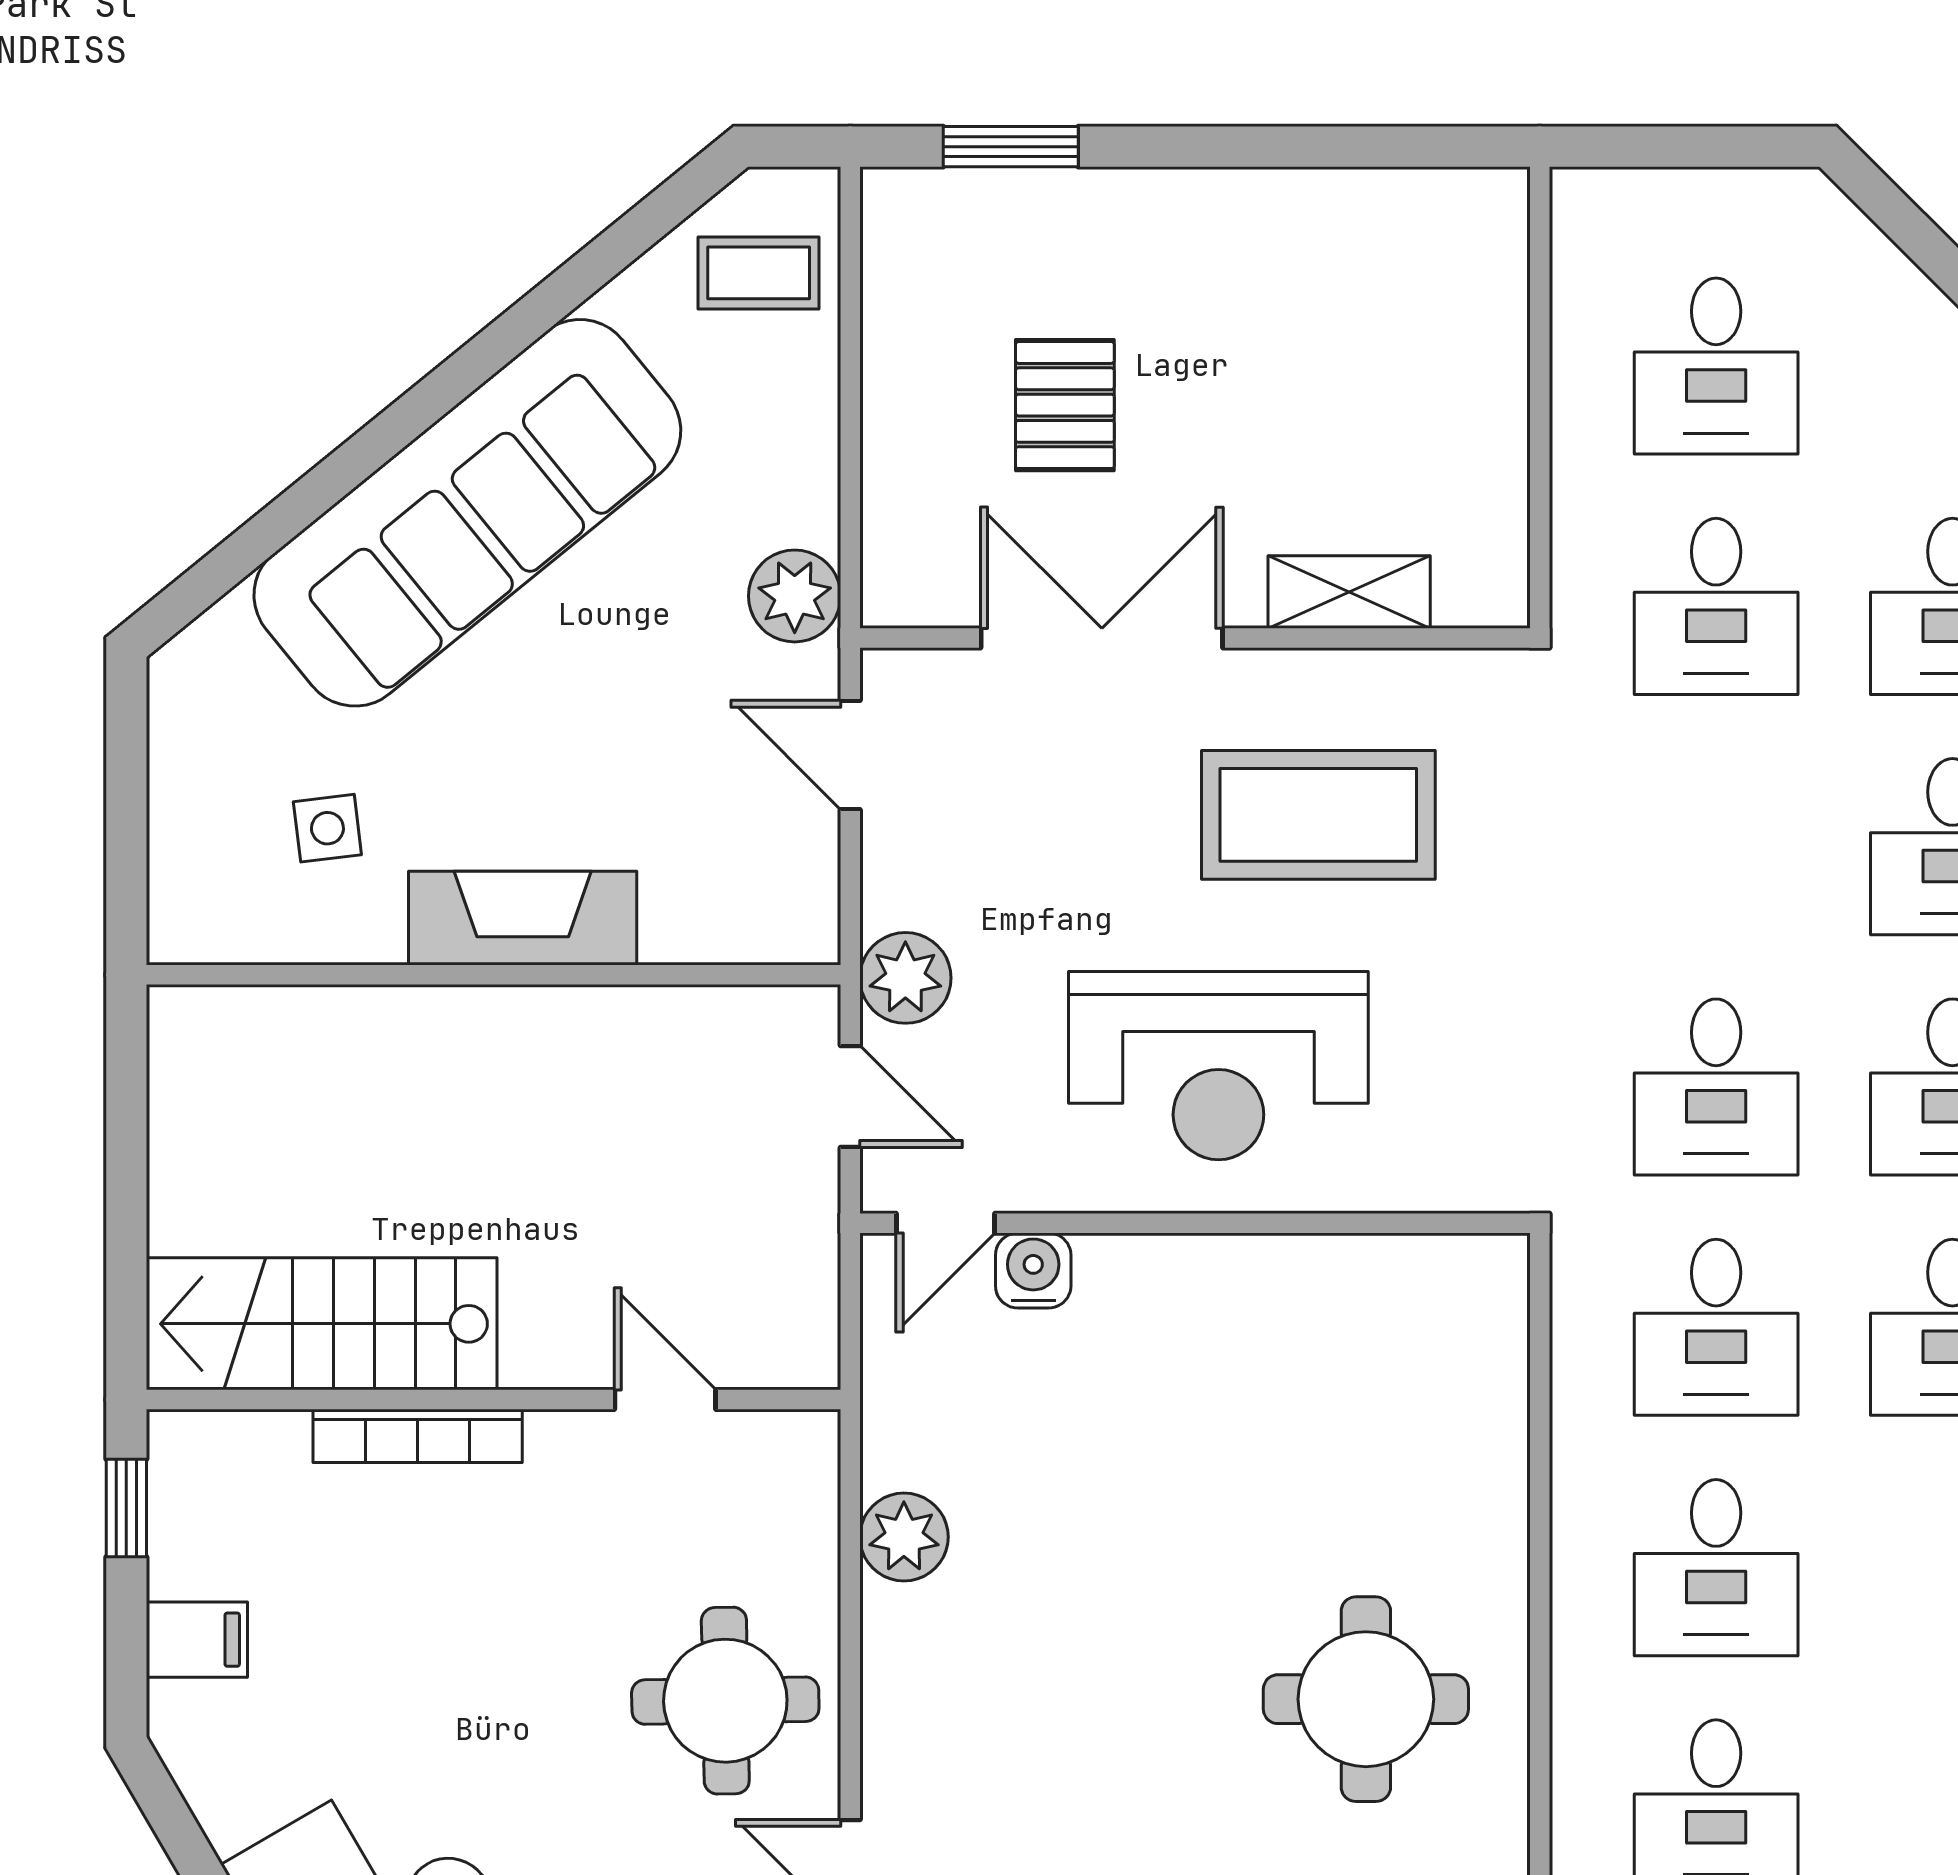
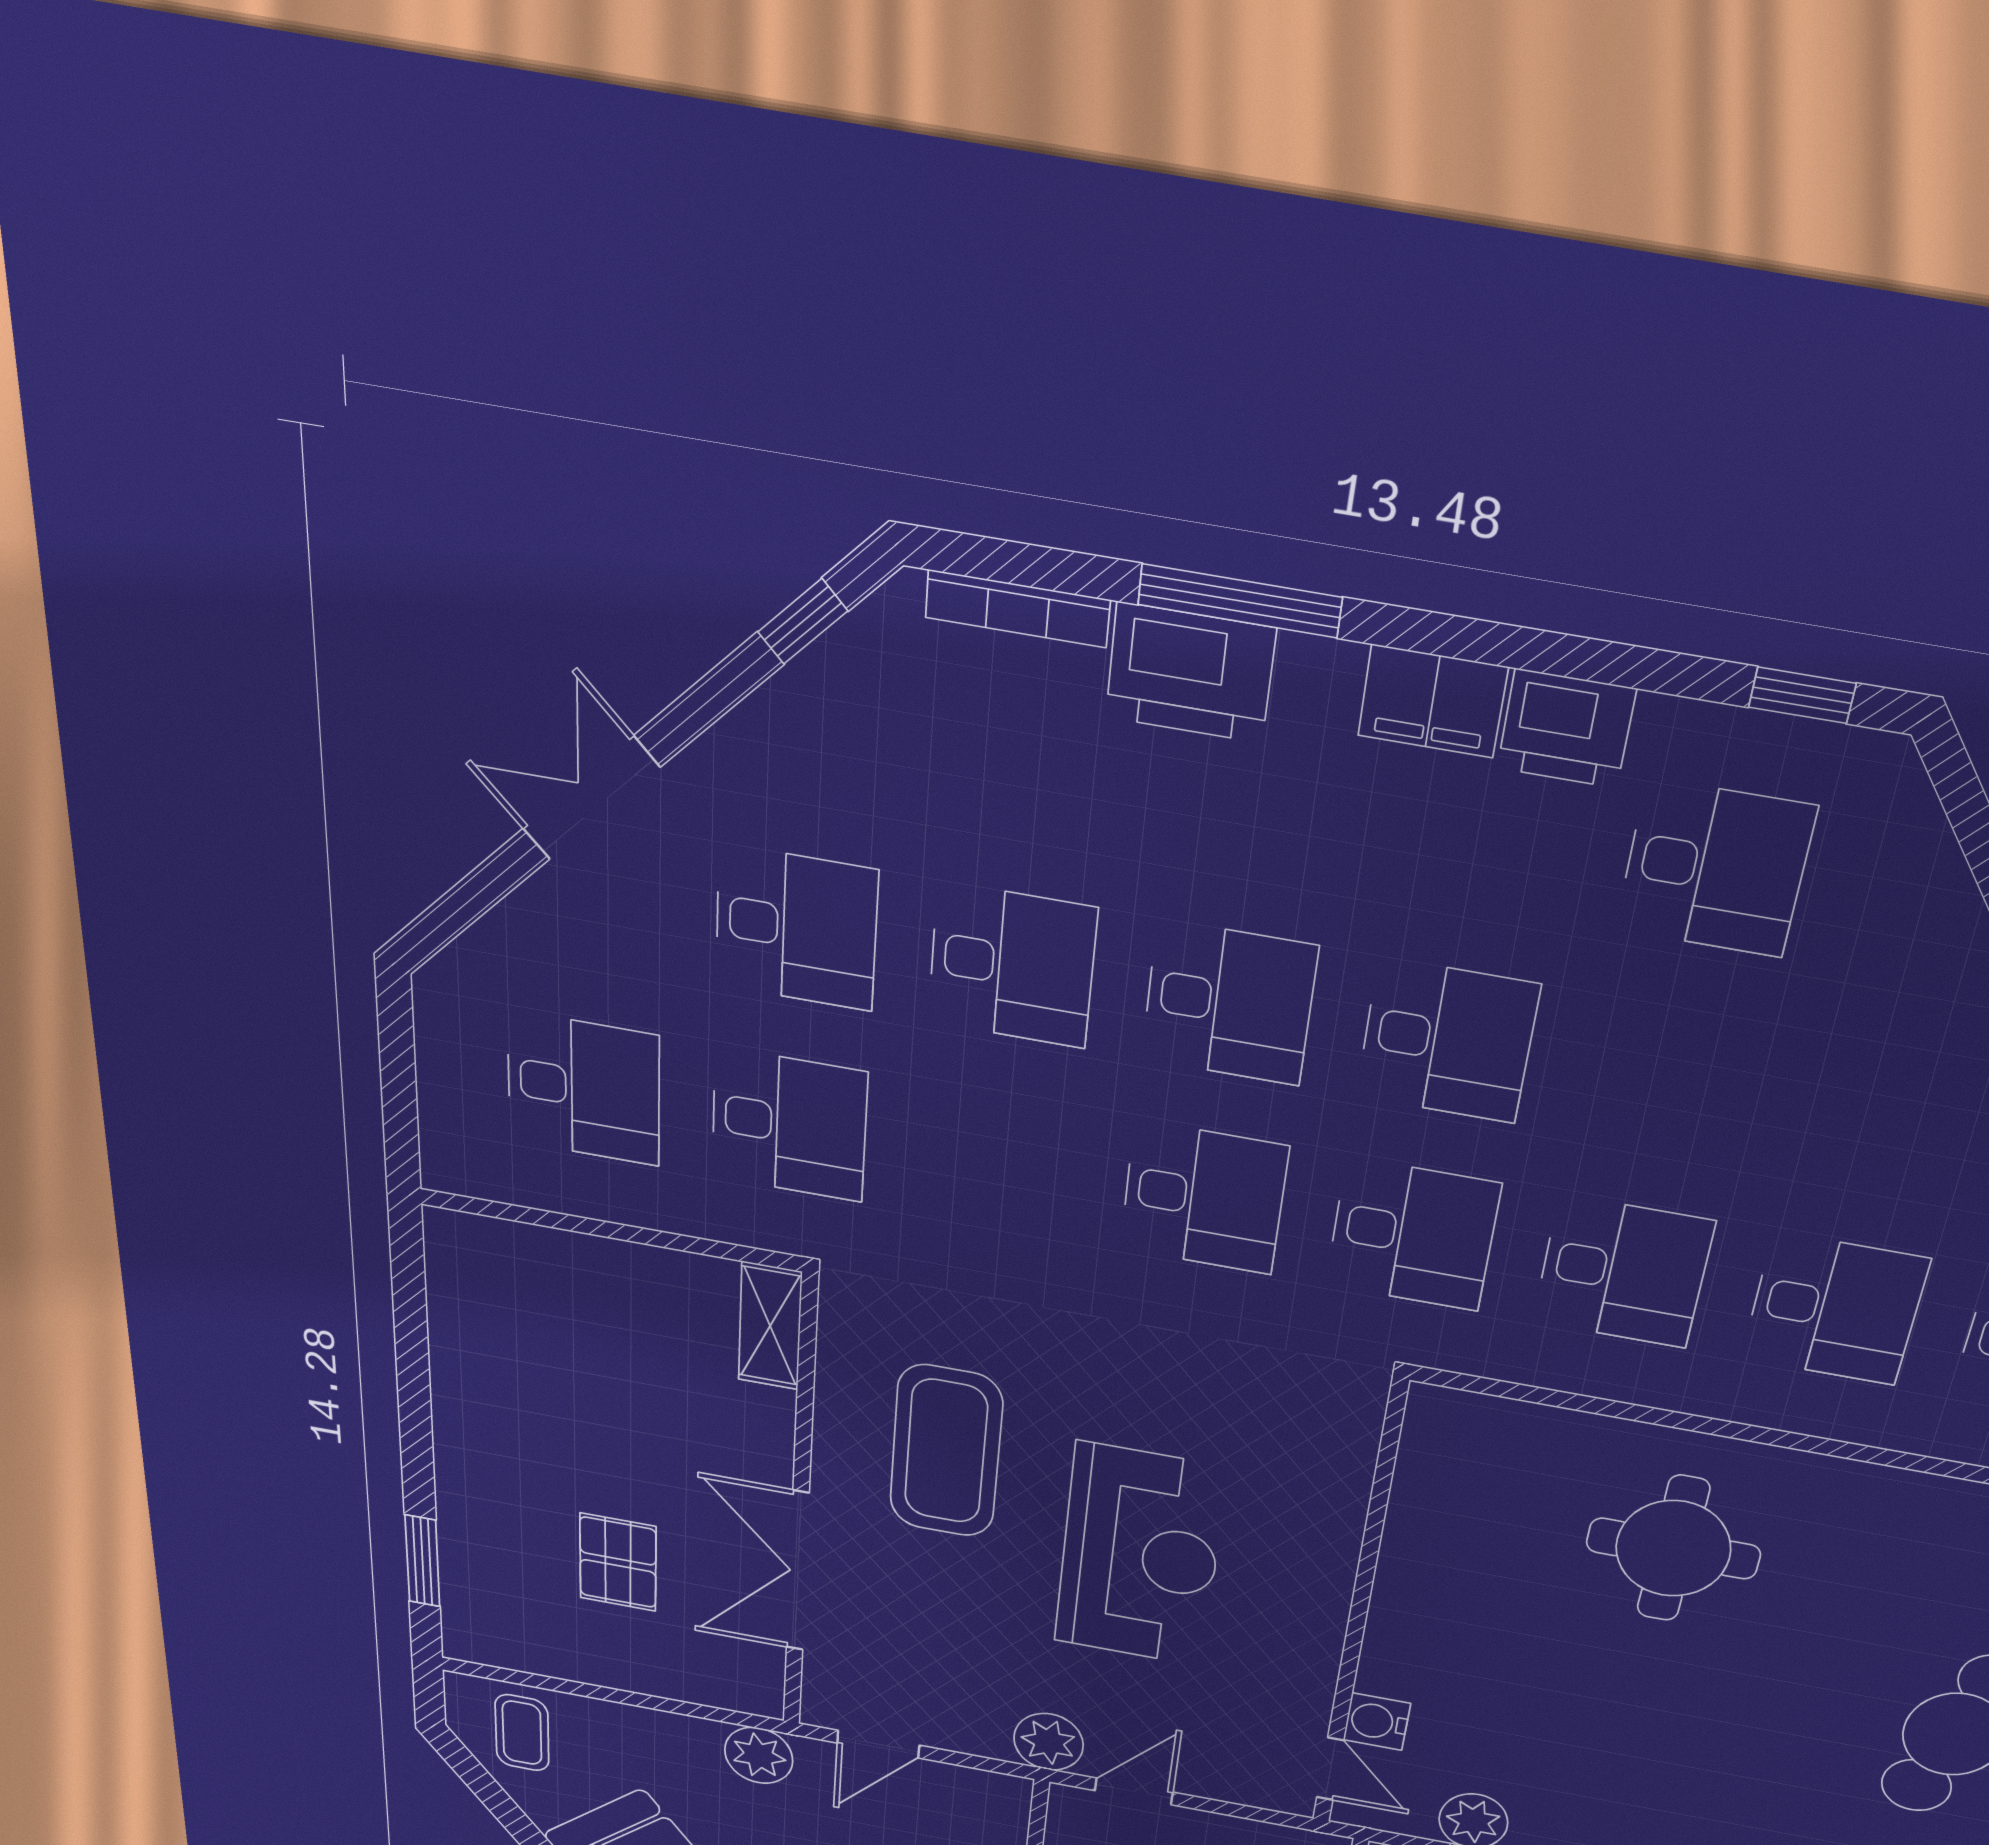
pallet: (1065, 405) -> (618, 1562), turned 90
shelving: (1349, 592) -> (770, 1326), moved
door: (946, 1223) -> (1330, 1769), moved
wall: (1195, 1223) -> (1359, 1611), moved
water cooler: (1033, 1270) -> (1377, 1722), moved

